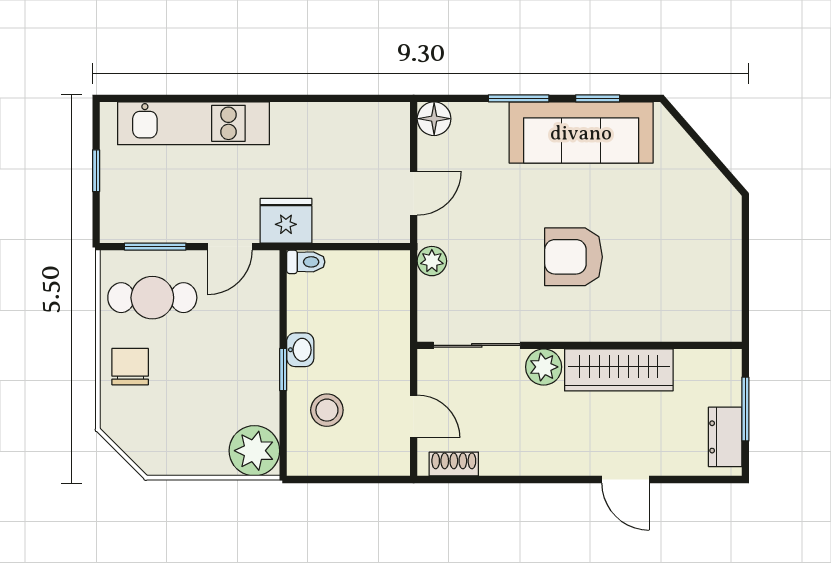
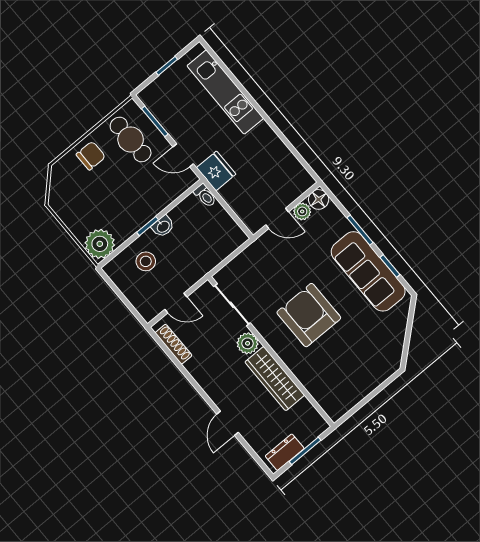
armchair: (573, 257) -> (309, 315), width x1.36, depth x1.36
plant: (432, 261) -> (302, 211), moved
door: (414, 416) -> (176, 303), hinge flipped
shoe rack: (454, 464) -> (173, 344), width x1.43

